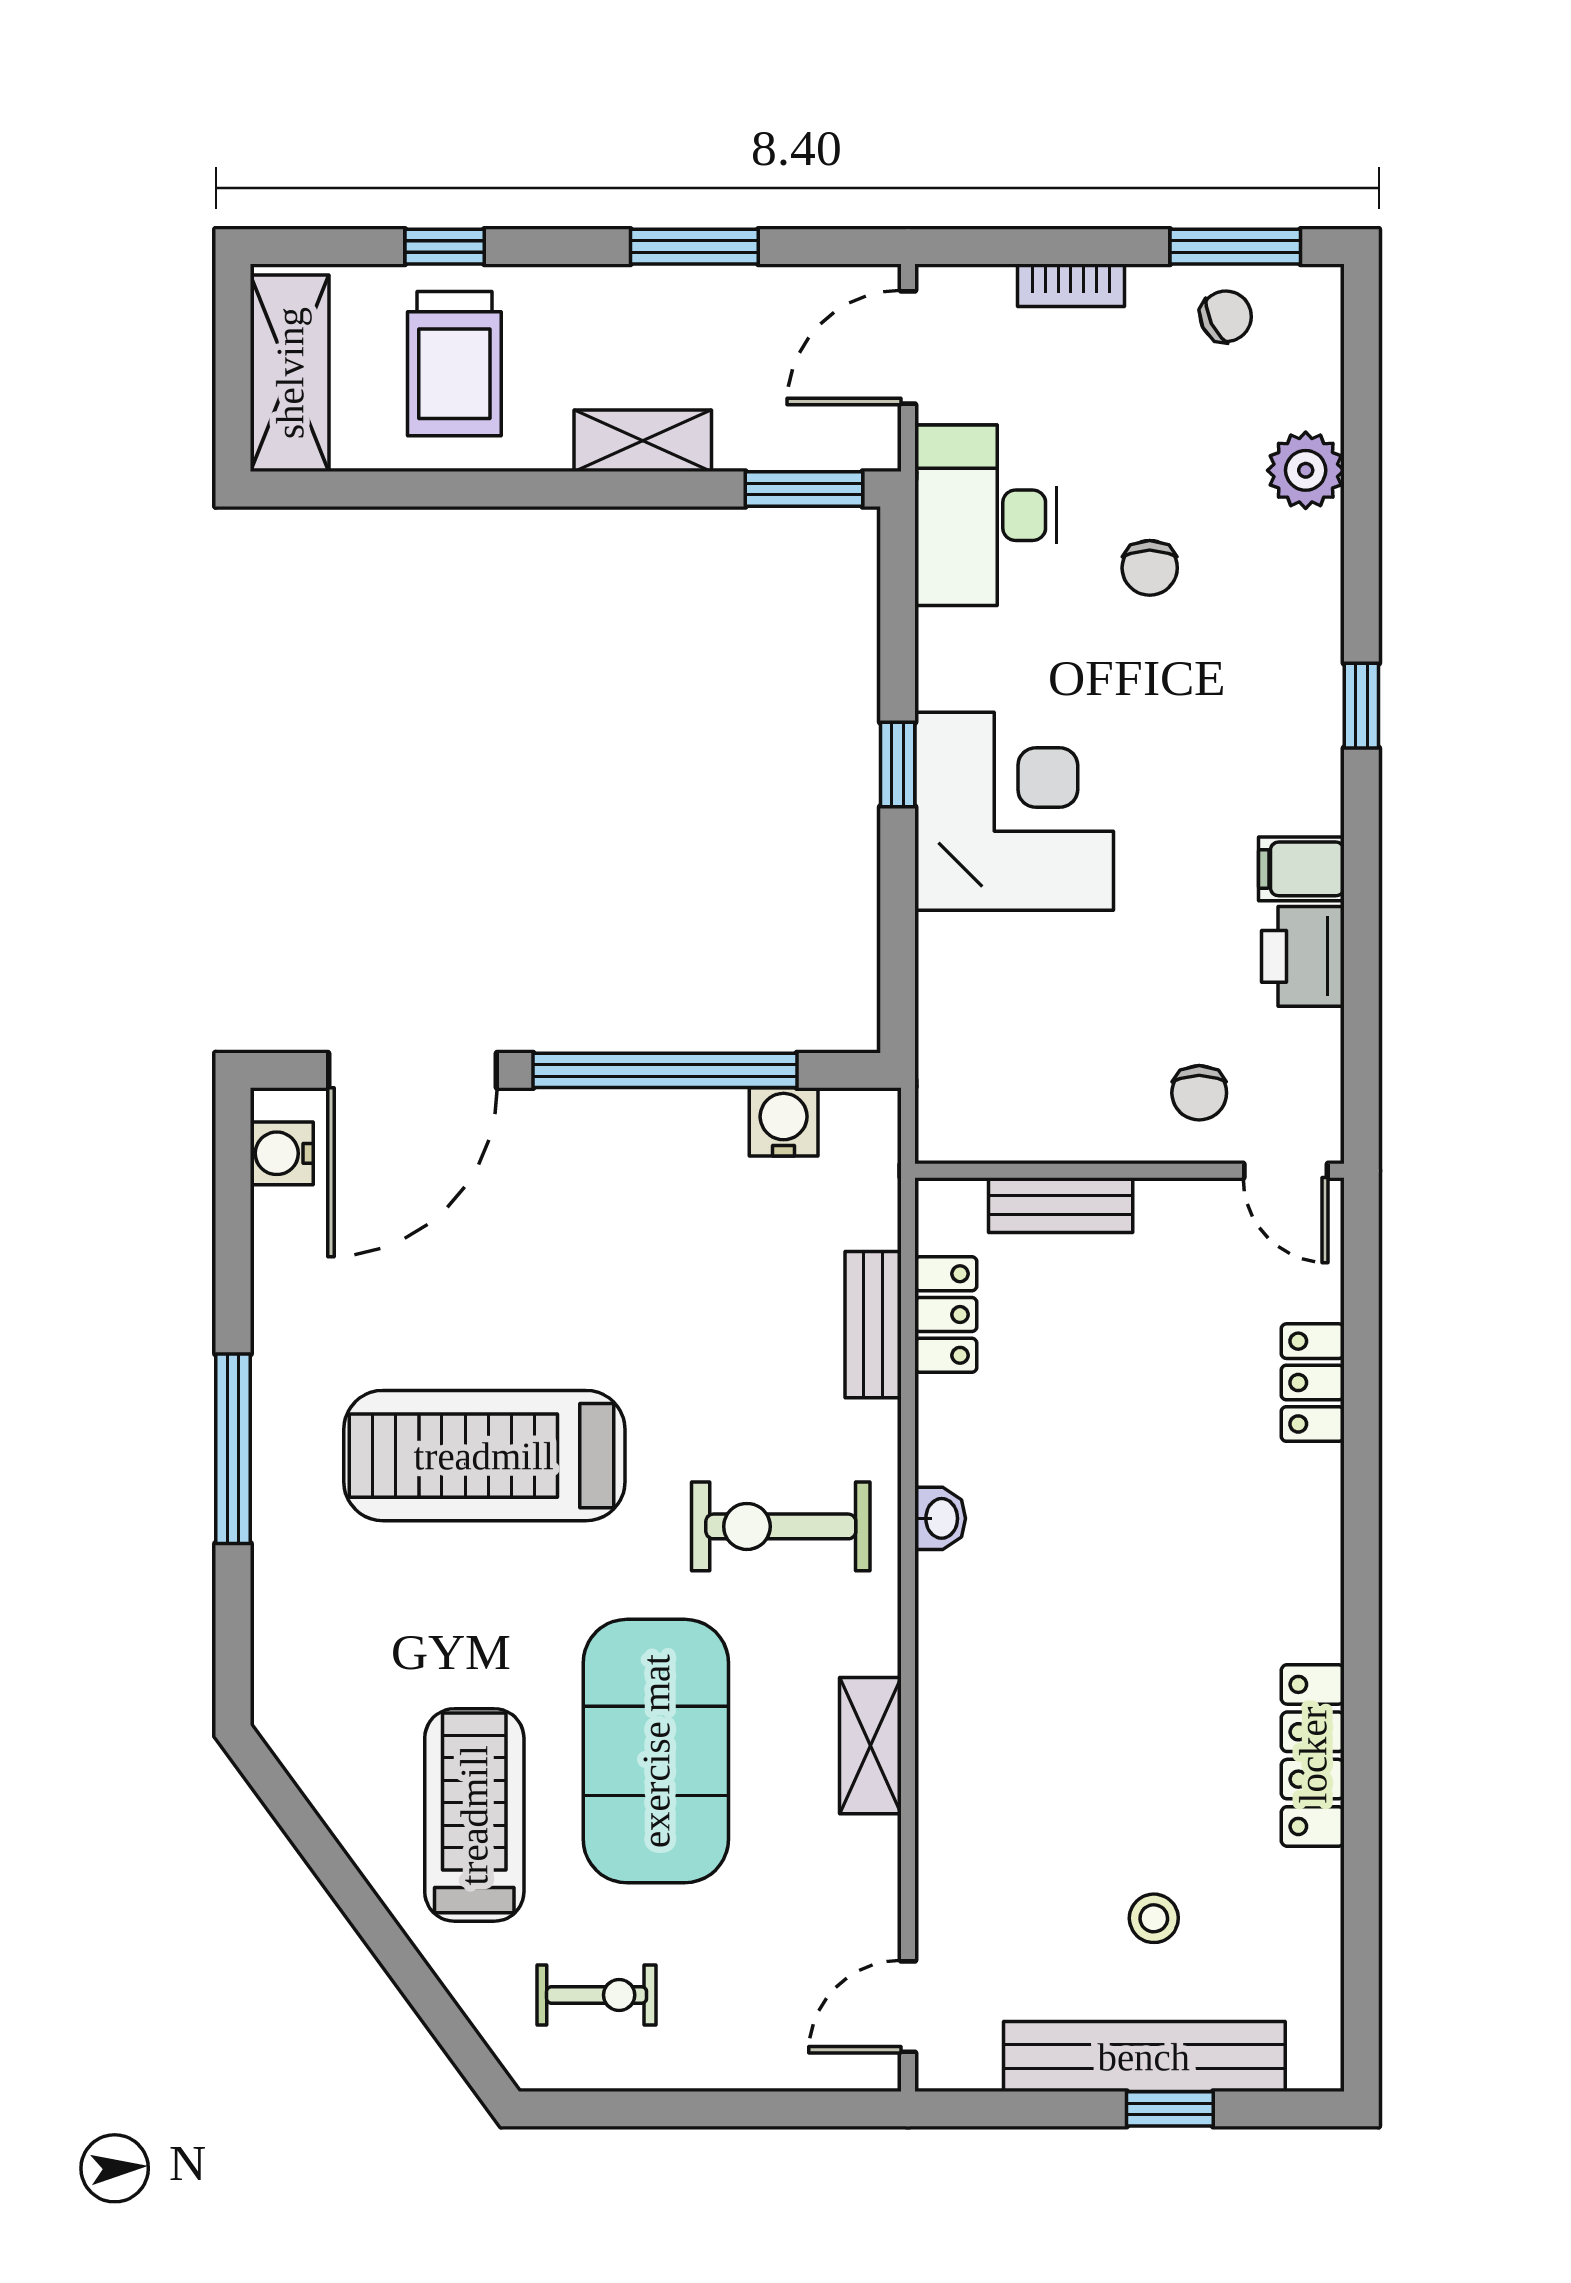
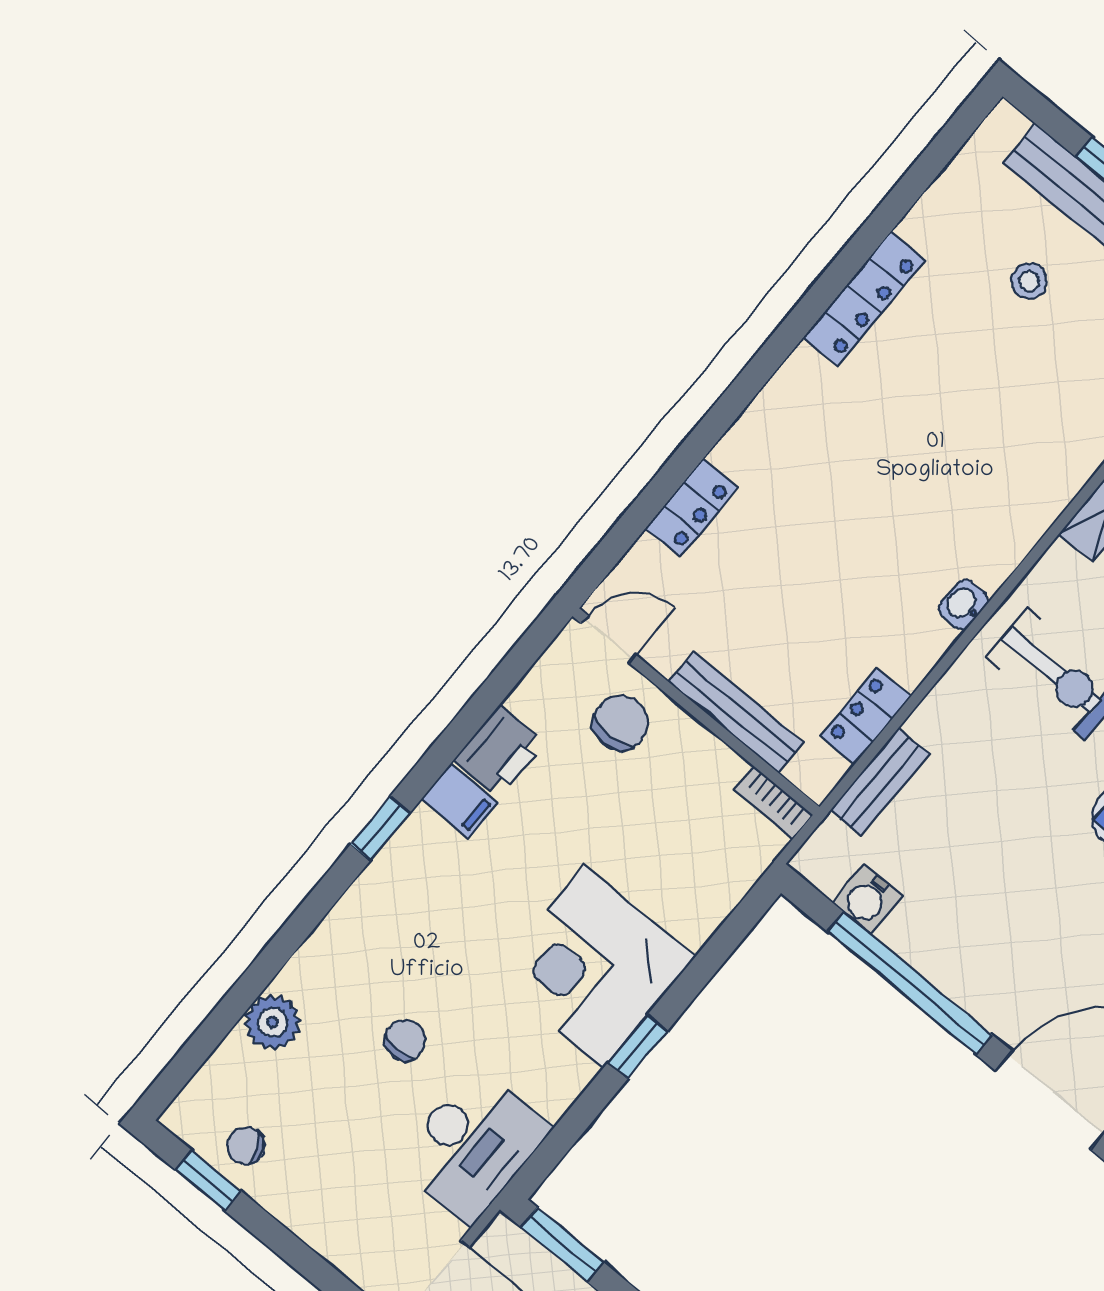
window: (1235, 247) -> (208, 1180), width x0.67
bookcase: (1071, 285) -> (773, 802), moved, turned 180
window: (1361, 706) -> (380, 828), moved
chair: (1199, 1093) -> (621, 723), width x1.37, depth x1.37
door: (1286, 1171) -> (608, 639), hinge flipped
bench: (1061, 1205) -> (736, 712), width x1.36
bench: (873, 1325) -> (880, 782), moved

